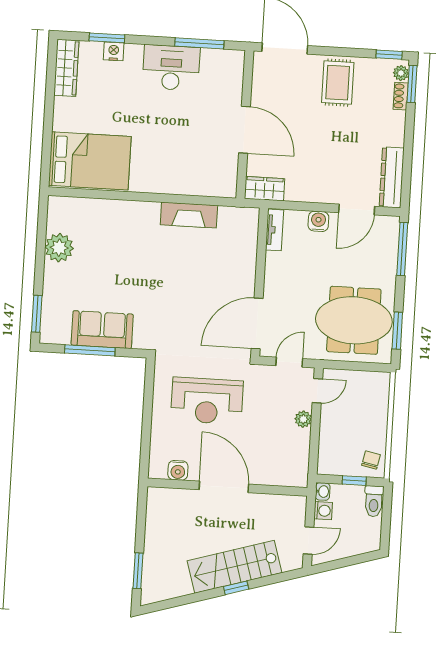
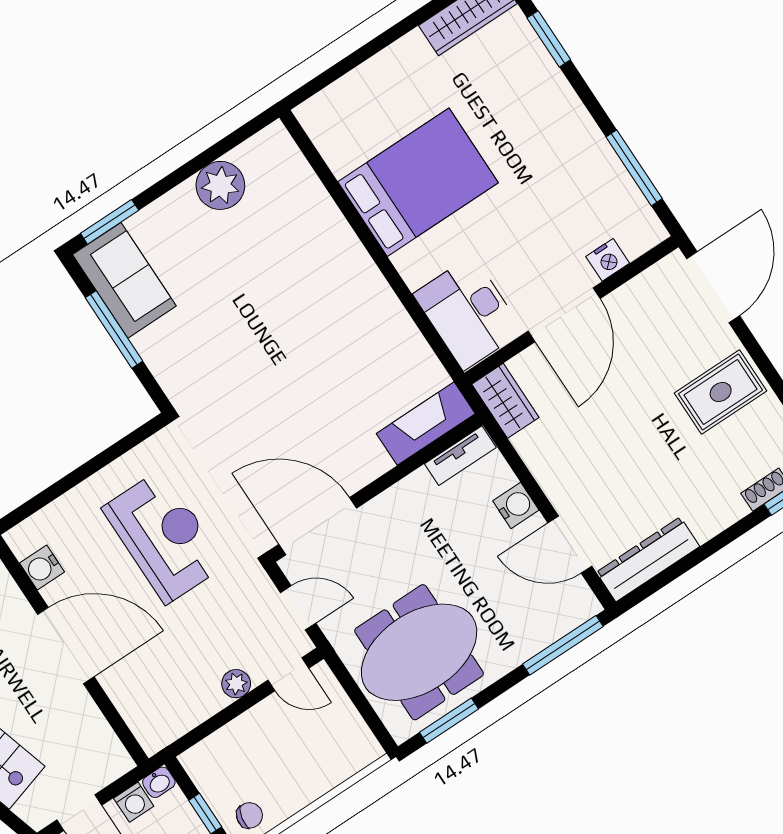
nightstand: (114, 51) -> (608, 260), moved, turned 90
desk: (171, 68) -> (468, 313), moved, turned 180
bed: (90, 161) -> (418, 182), moved, turned -90
fireplace: (189, 215) -> (426, 424), moved, turned 90
meeting table: (354, 320) -> (419, 652), turned 90
sofa: (102, 330) -> (124, 280), moved
reception desk: (207, 401) -> (164, 537), turned 180
door: (224, 487) -> (66, 646), hinge flipped

